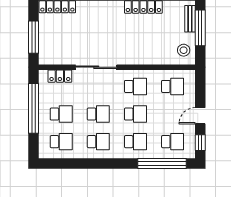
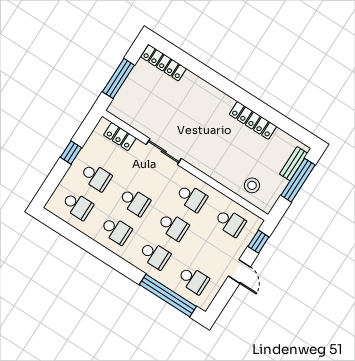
stool: (184, 50) -> (252, 185), moved
sliding door: (96, 67) -> (164, 152), width x0.73
window: (34, 108) -> (71, 152), width x0.32
door: (200, 116) -> (239, 271), swing flipped
window: (200, 143) -> (258, 242), moved

